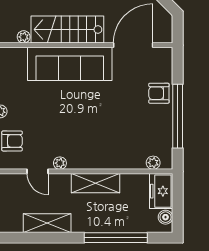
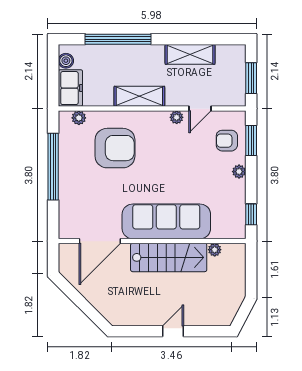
armchair: (159, 93) -> (115, 148), moved, width x1.88, depth x1.88
door: (38, 171) -> (200, 109), swing flipped

